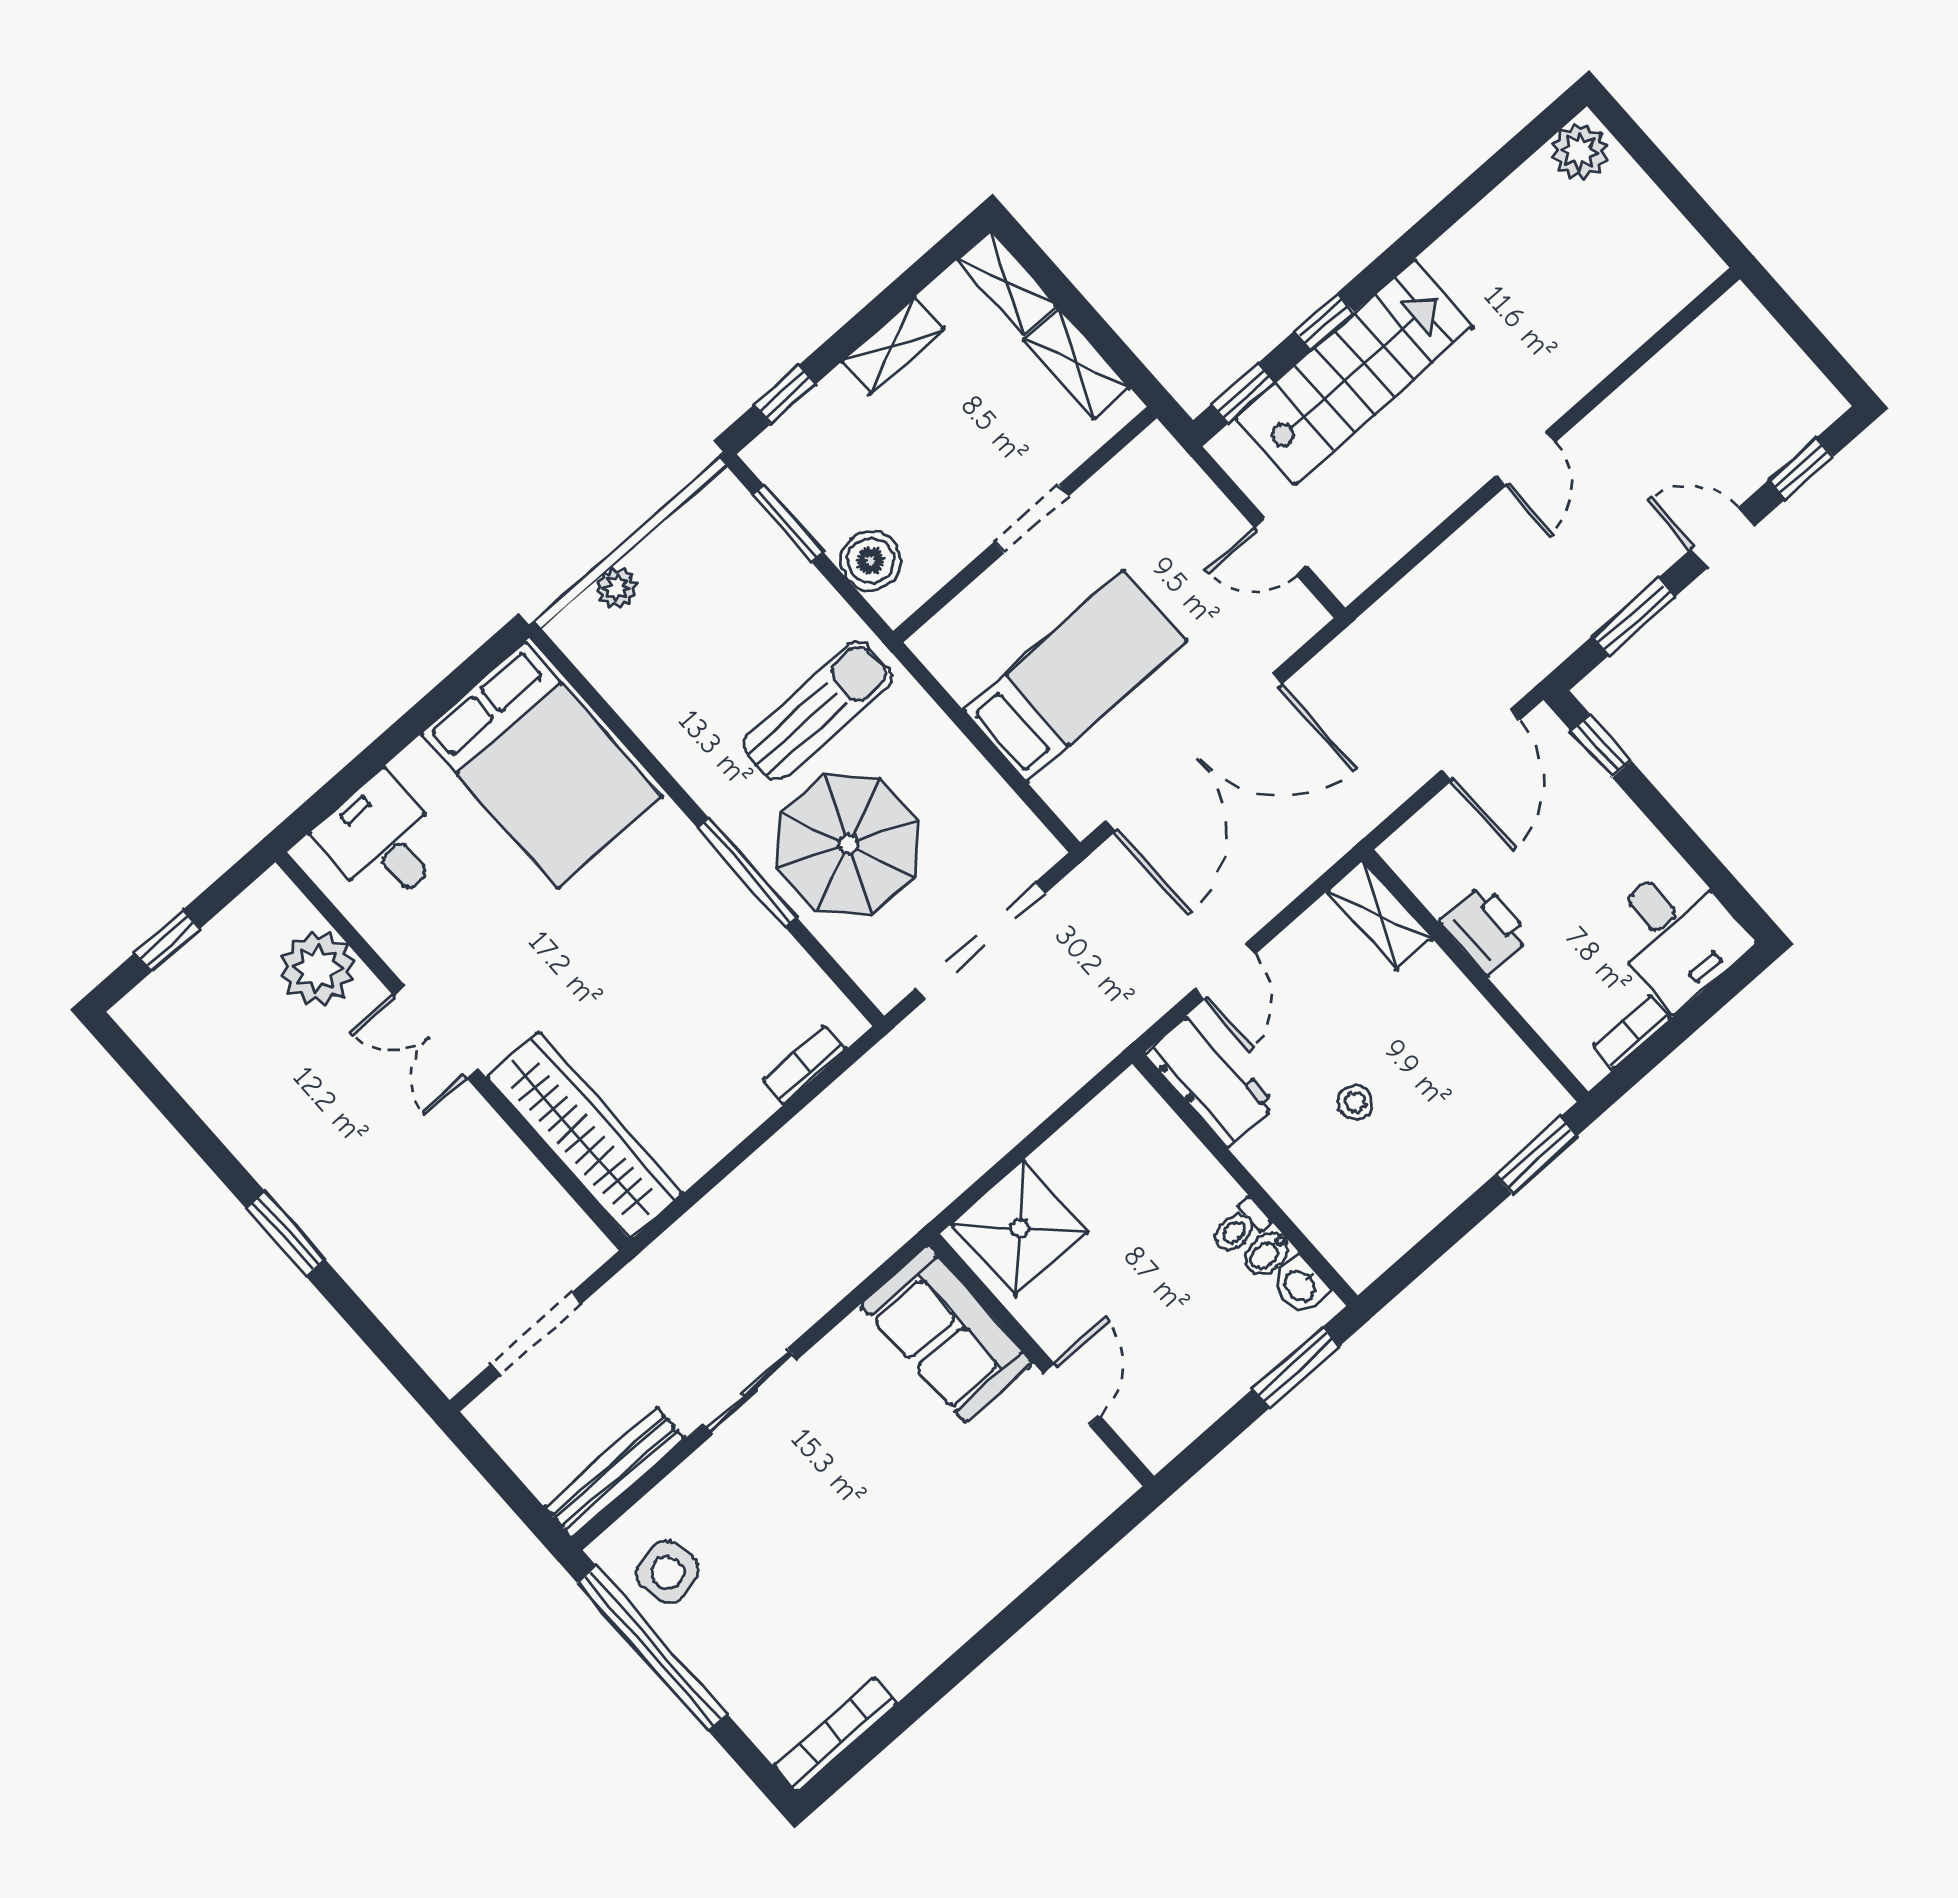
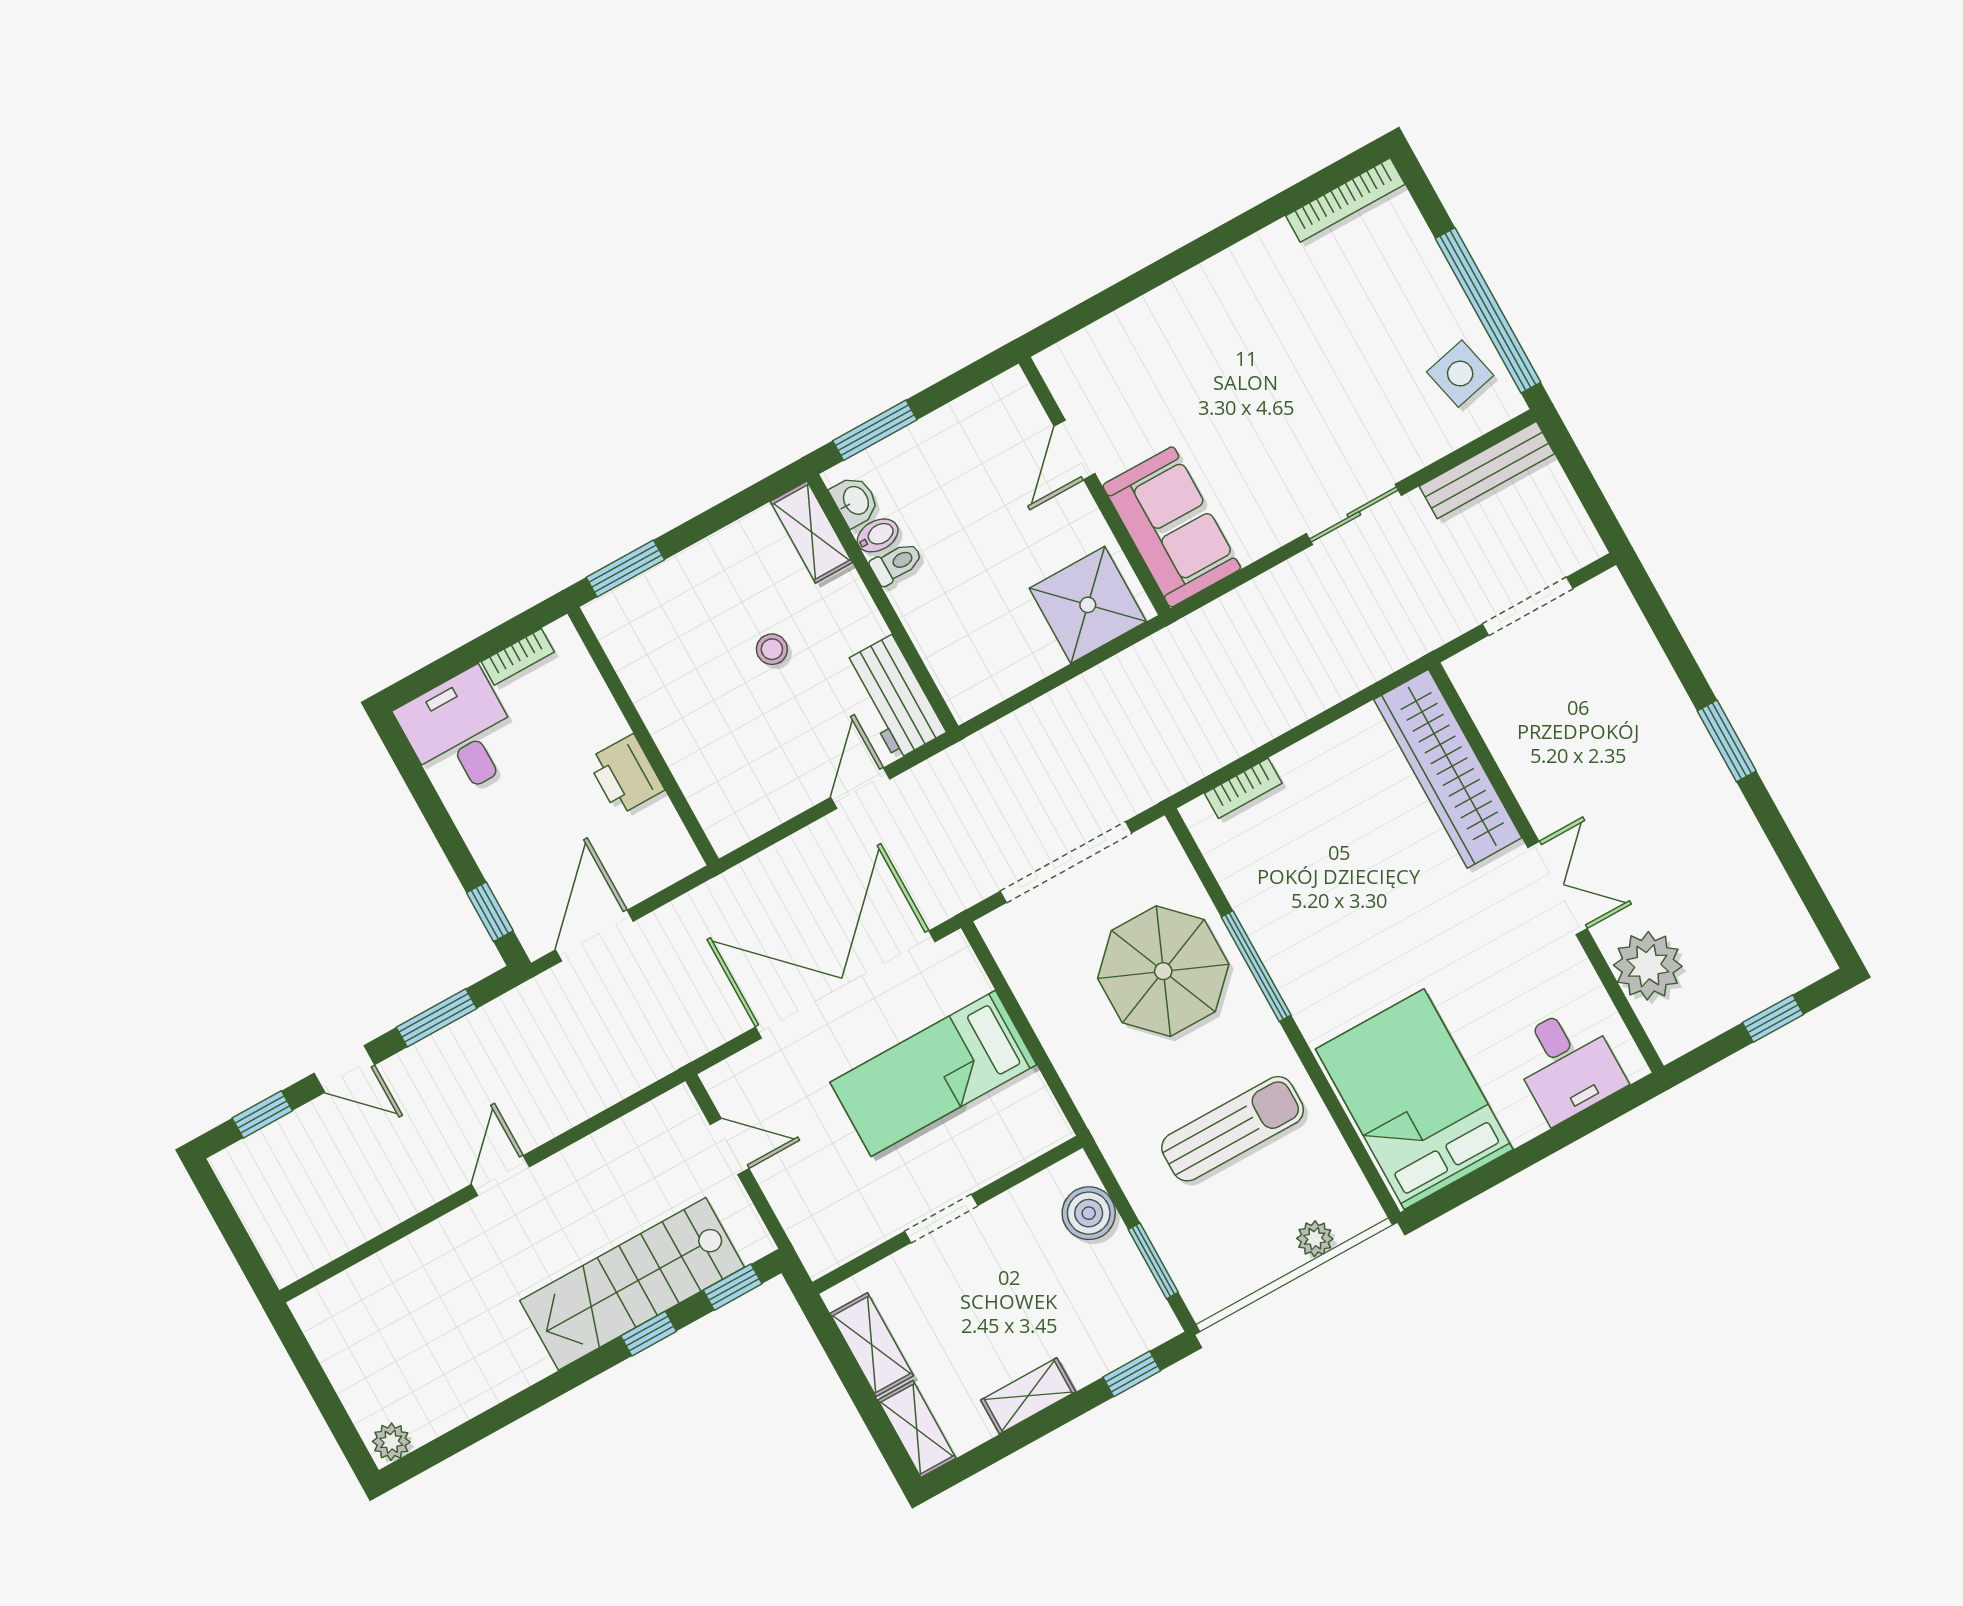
plant: (1580, 151) -> (391, 1442), width x0.73, depth x0.73
sun lounger: (818, 710) -> (1233, 1129), moved, turned 180
shelving: (1380, 915) -> (811, 532), moved

